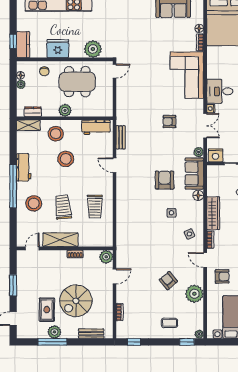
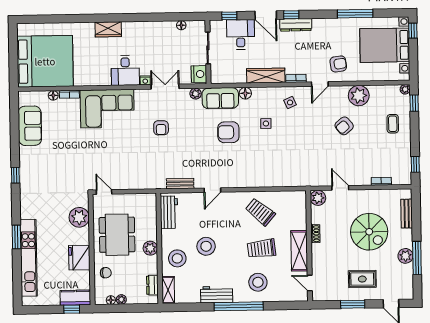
trolley: (95, 206) -> (260, 212), turned -140
armchair: (222, 276) -> (338, 64), turned 82
rug: (47, 310) -> (362, 279), moved

